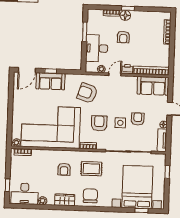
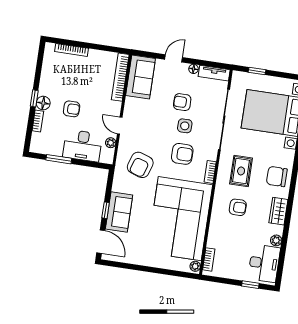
printer: (127, 69) -> (115, 108), removed
armchair: (99, 123) -> (182, 154), turned 180

